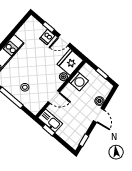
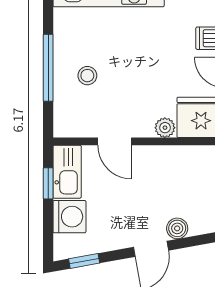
washing machine: (79, 81) -> (69, 217), moved, turned -90

